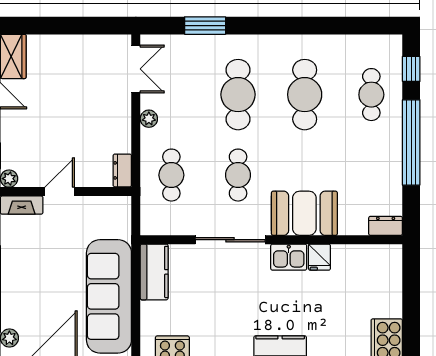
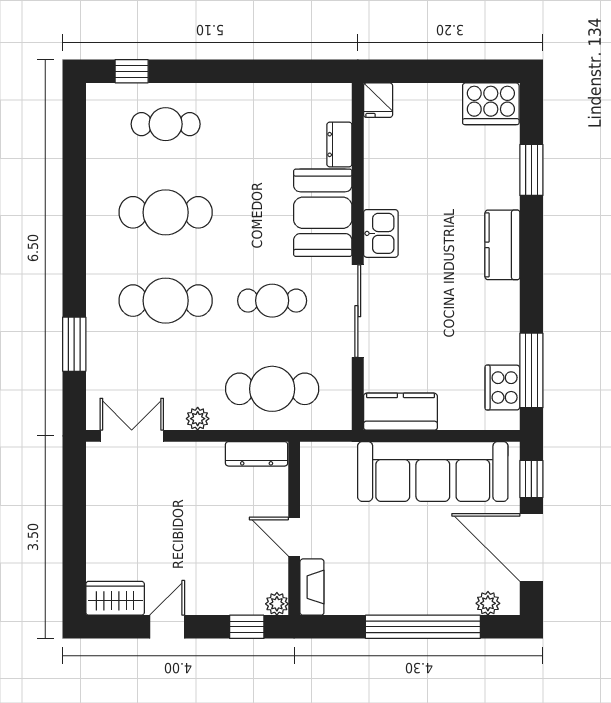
window: (411, 142) -> (229, 71), removed
dresser: (122, 170) -> (257, 454), width x1.44
cafe table: (171, 175) -> (272, 389), width x1.37, depth x1.35
dresser: (386, 226) -> (339, 144), moved
fridge: (319, 257) -> (378, 100), moved, turned 90

